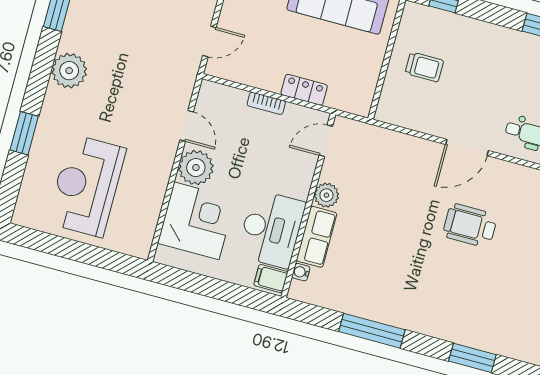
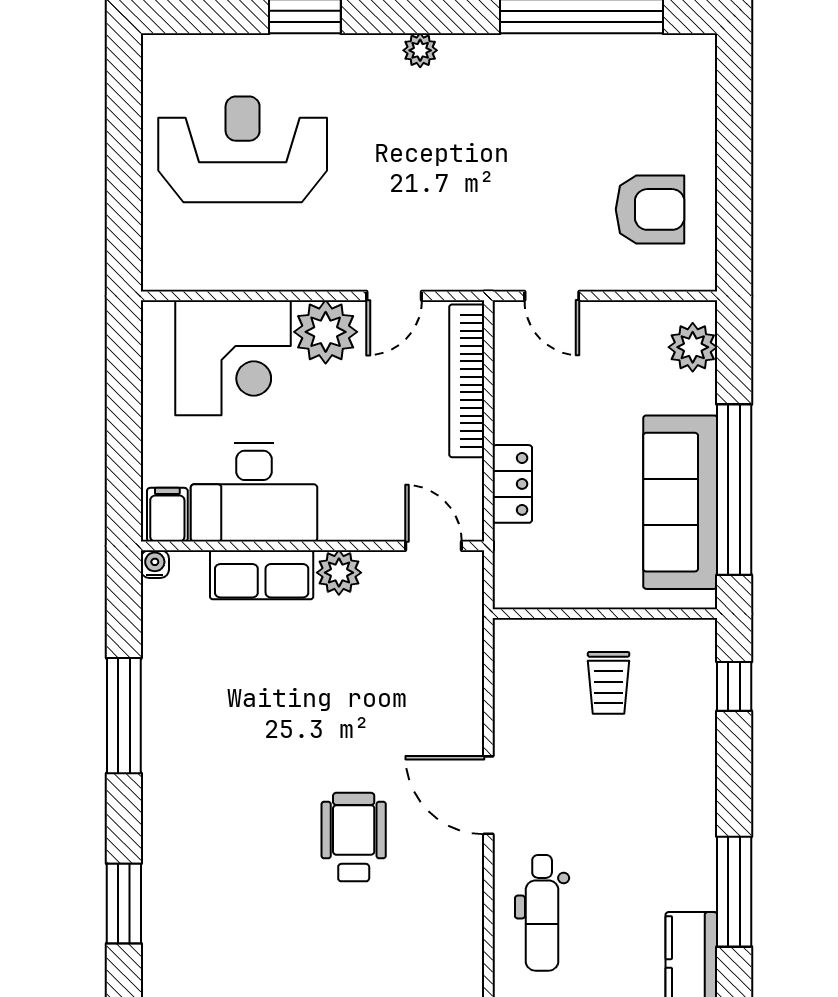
plant: (69, 71) -> (420, 50), width x0.53, depth x0.53
bookcase: (266, 103) -> (467, 381), width x2.31, depth x1.31
water cooler: (301, 272) -> (155, 564), moved

